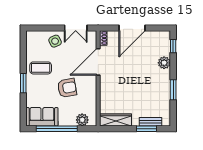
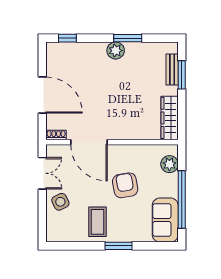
plant: (164, 63) -> (116, 51), moved

